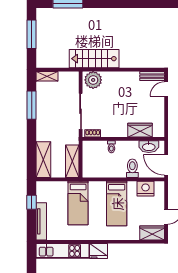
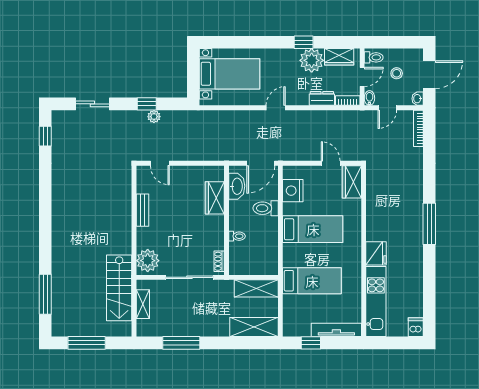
stairs: (94, 59) -> (119, 288), moved
shelving: (47, 76) -> (143, 304), moved
bench: (152, 76) -> (142, 210), moved

